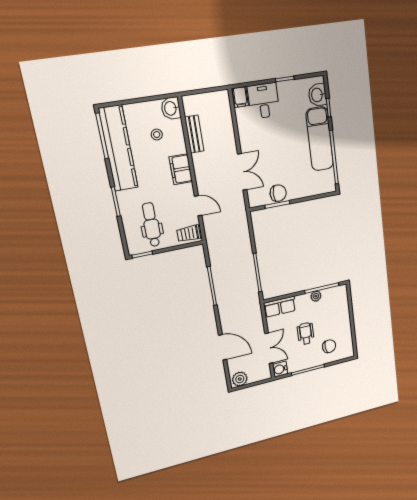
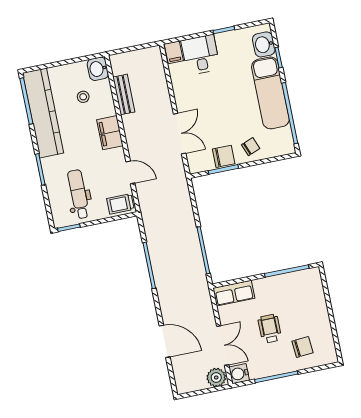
chair: (301, 185) -> (251, 147), added
plant: (316, 296) -> (280, 281), removed
plant: (240, 379) -> (216, 378), moved

